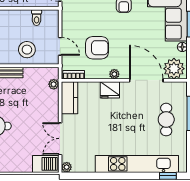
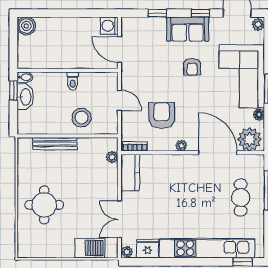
toilet: (37, 18) -> (73, 81), moved
door: (60, 46) -> (119, 100), moved
armchair: (97, 48) -> (162, 115), turned -90
fridge: (110, 90) -> (148, 249), moved, turned 180
barbecue: (46, 164) -> (90, 248), moved

